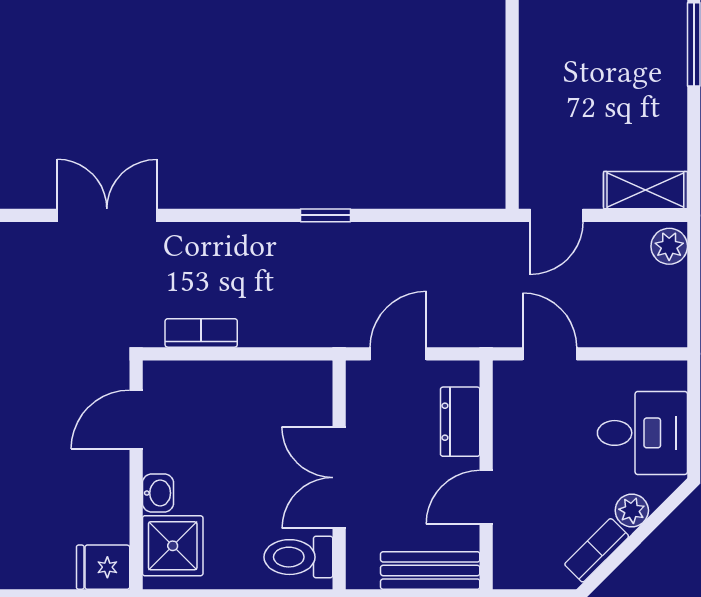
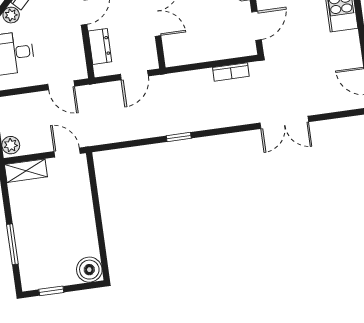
door: (557, 215) -> (67, 152), hinge flipped

